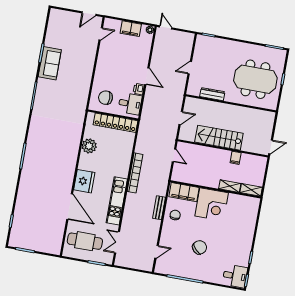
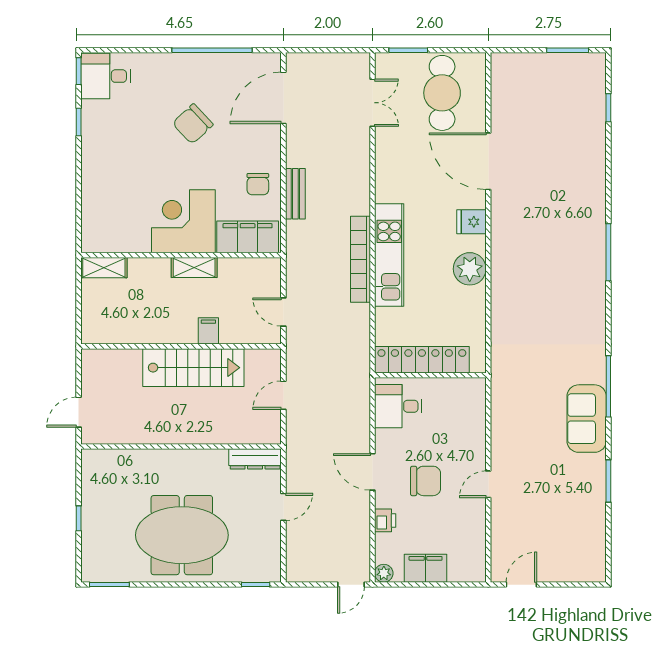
door: (166, 27) -> (351, 585), hinge flipped
door: (101, 34) -> (488, 484), moved
sofa: (50, 63) -> (587, 419), moved
meeting table: (255, 79) -> (182, 535), moved
printer: (139, 89) -> (385, 520), moved
dresser: (212, 94) -> (255, 459), moved
chair: (106, 98) -> (426, 481), moved
plant: (89, 146) -> (470, 269), moved
door: (271, 147) -> (79, 412), moved
filing cabinet: (236, 158) -> (208, 331), moved
fridge: (84, 181) -> (471, 222), width x0.53, depth x0.75
shelving: (230, 186) -> (194, 267), moved
kitchen unit: (117, 201) -> (389, 255), moved
cafe table: (85, 241) -> (442, 93), turned 90
door: (157, 252) -> (283, 98), width x1.88

